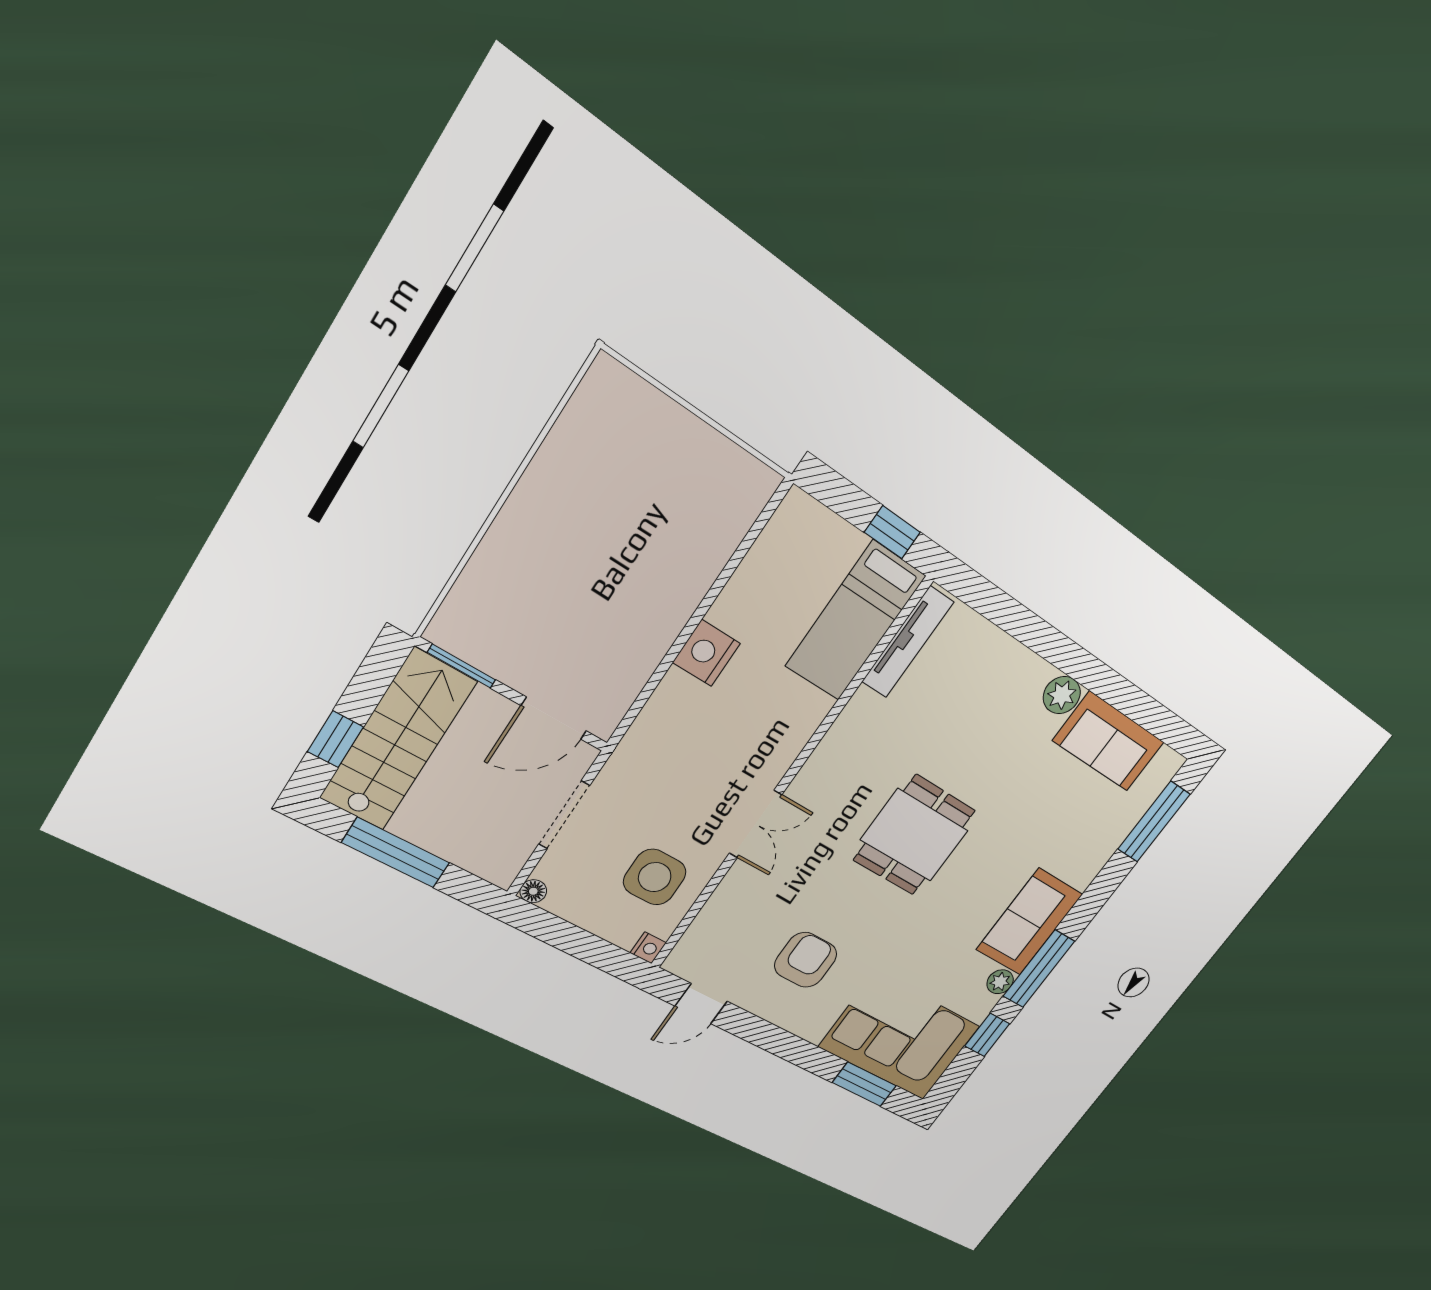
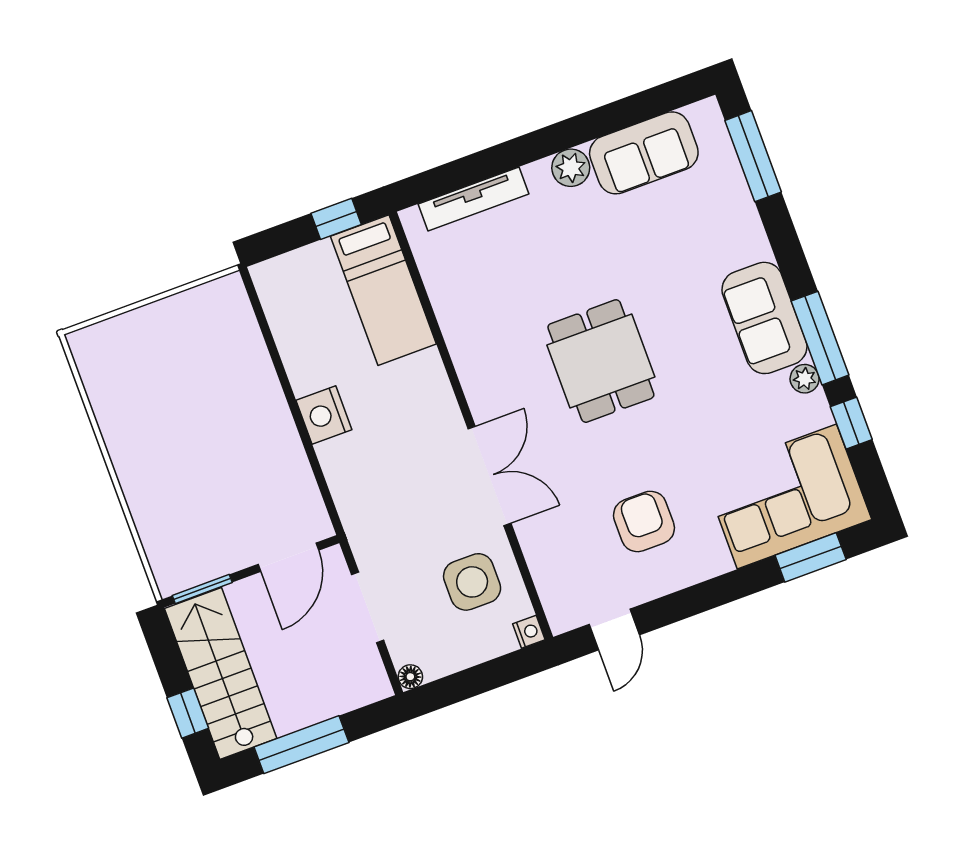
tv unit: (908, 642) -> (474, 199), moved, turned 90
double door: (755, 824) -> (489, 476), width x1.37

